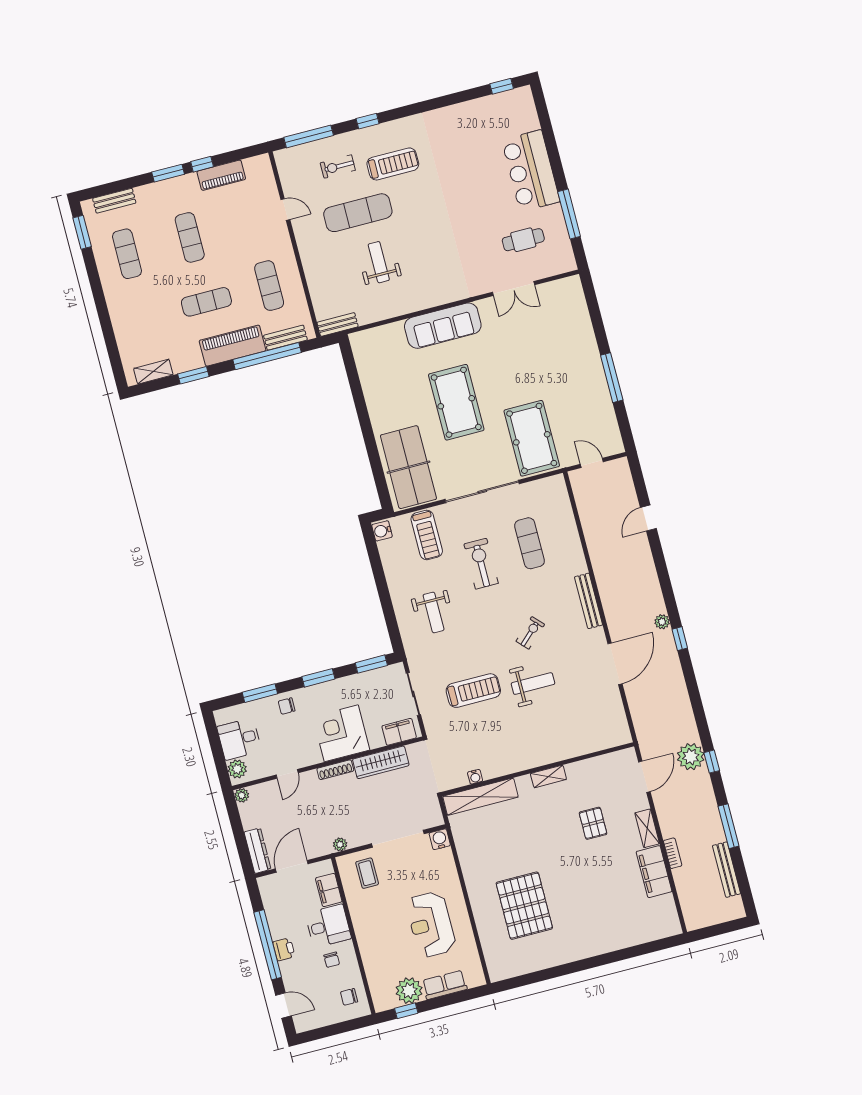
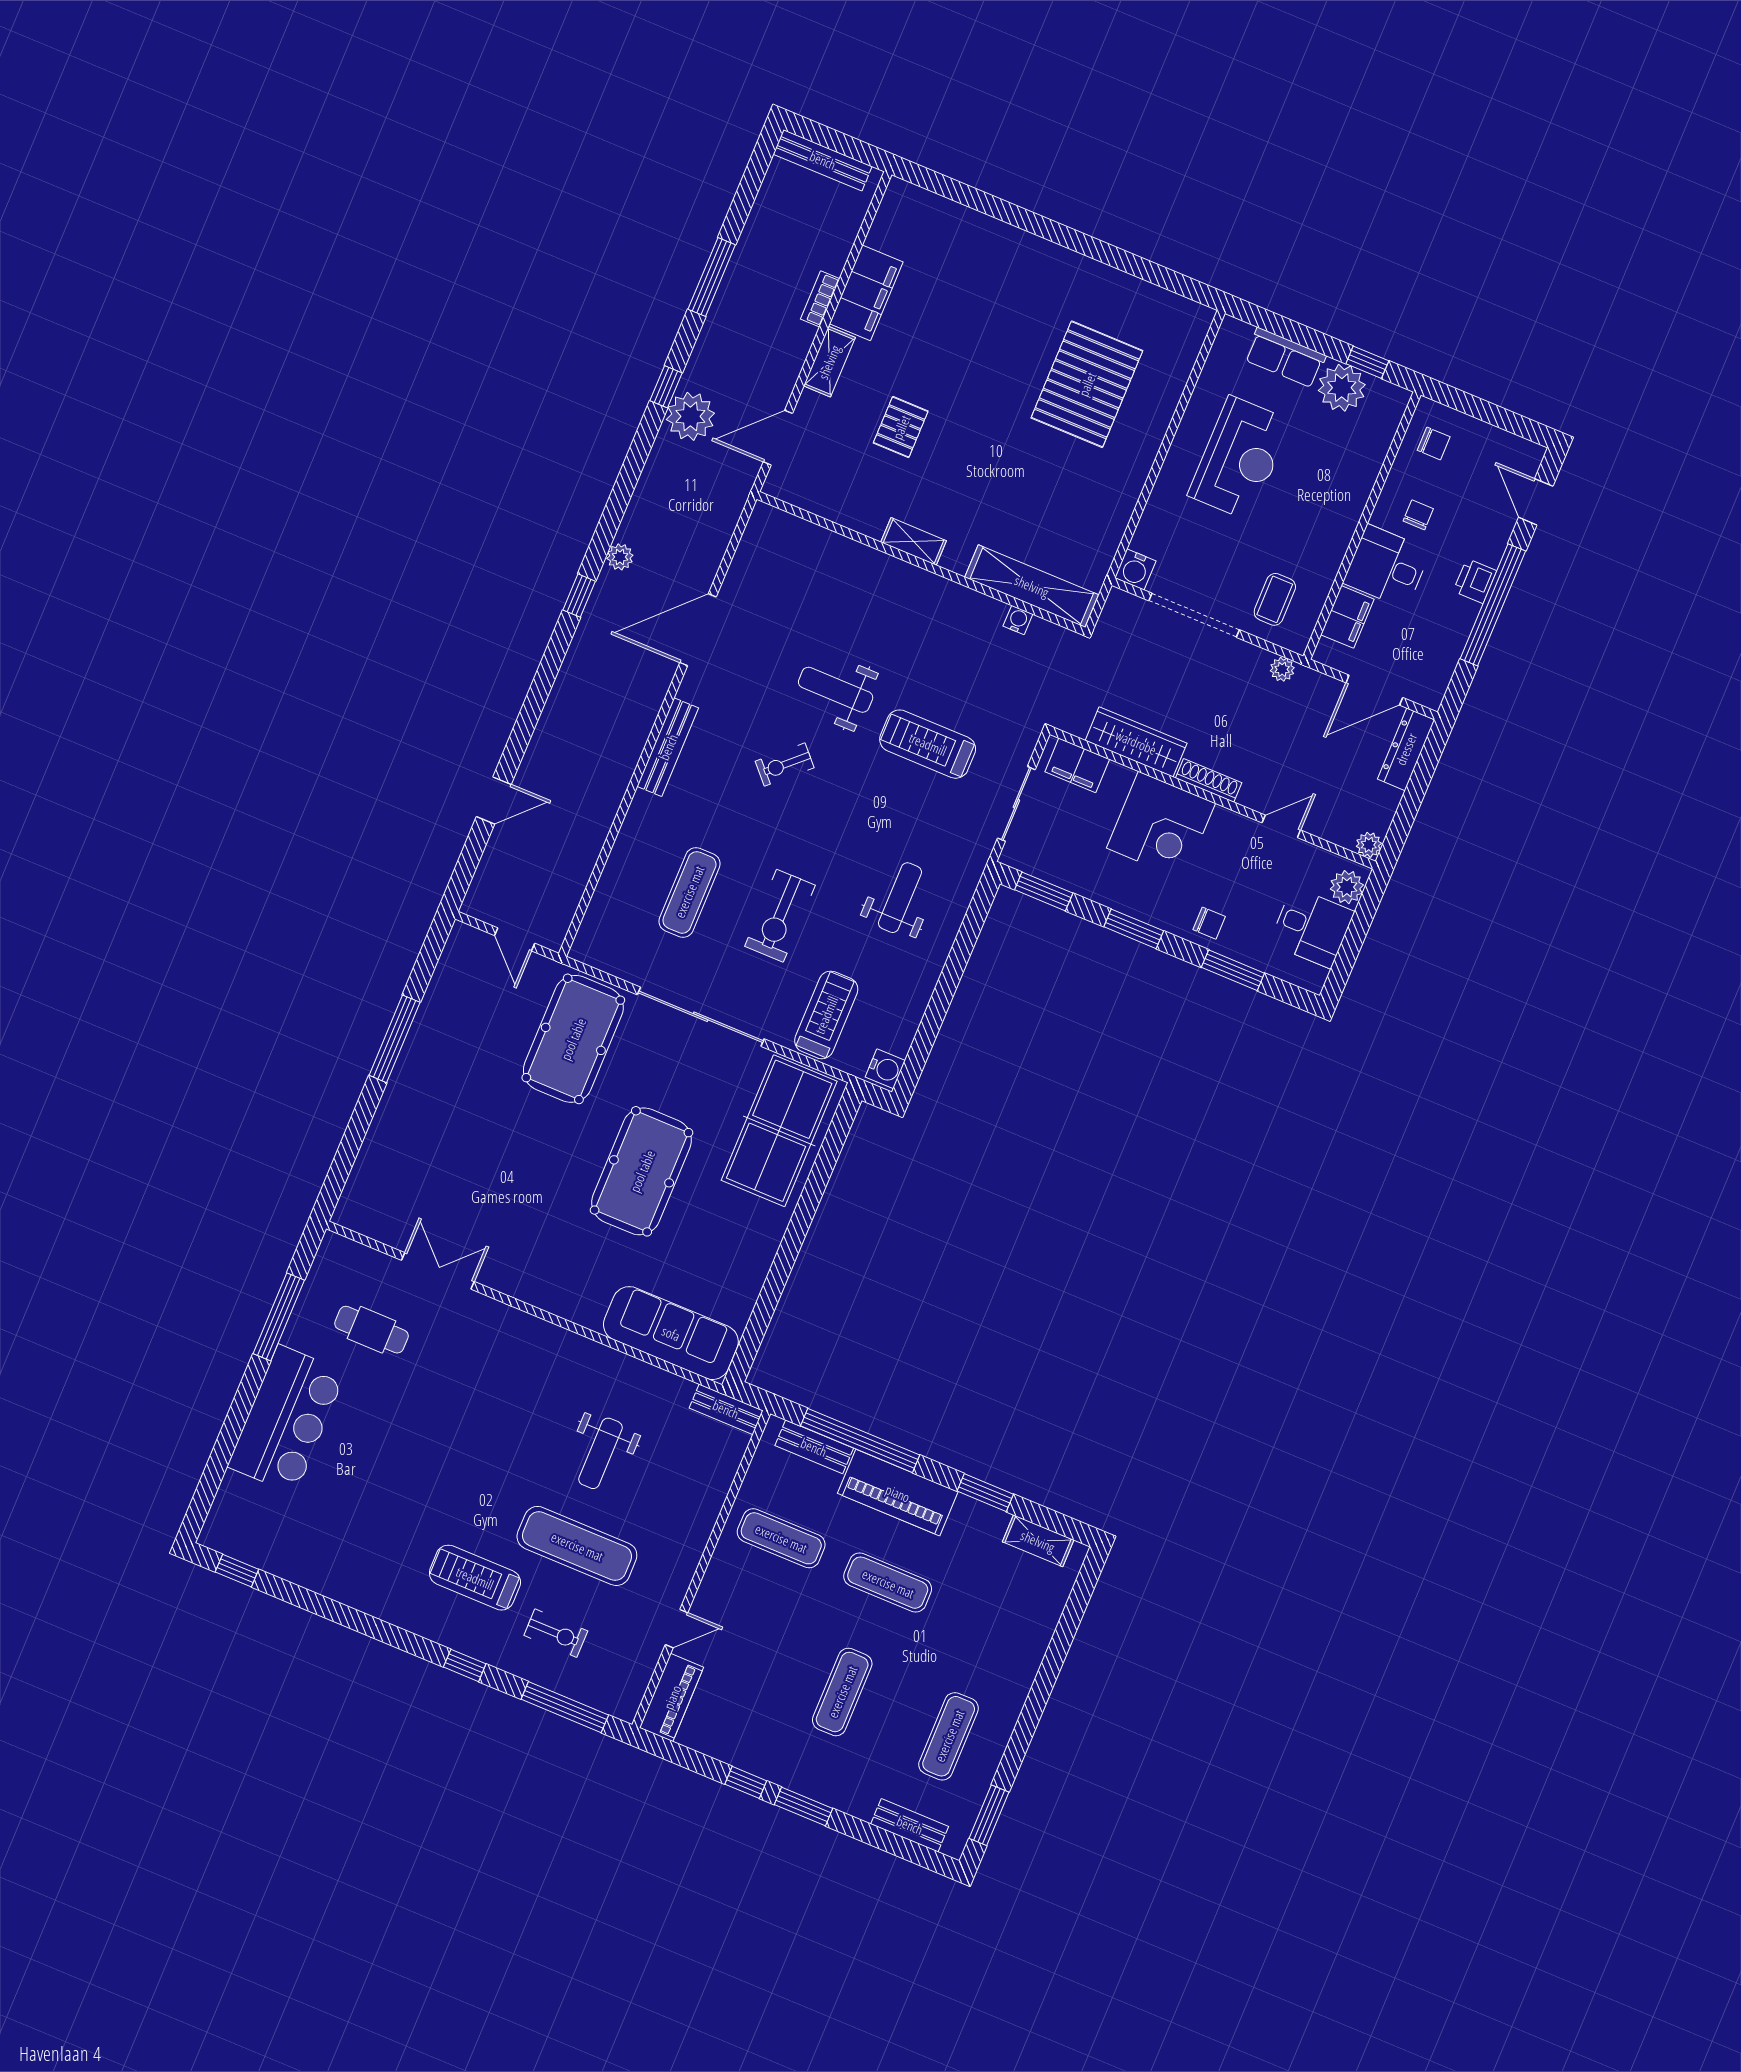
piano: (221, 175) -> (672, 1697), moved, turned 90
door: (285, 210) -> (676, 1629), swing flipped
exercise mat: (269, 286) -> (781, 1538), turned 90
sofa: (443, 326) -> (671, 1333), moved
plant: (662, 622) -> (620, 557), moved
bench: (727, 870) -> (823, 160), moved, turned 90

